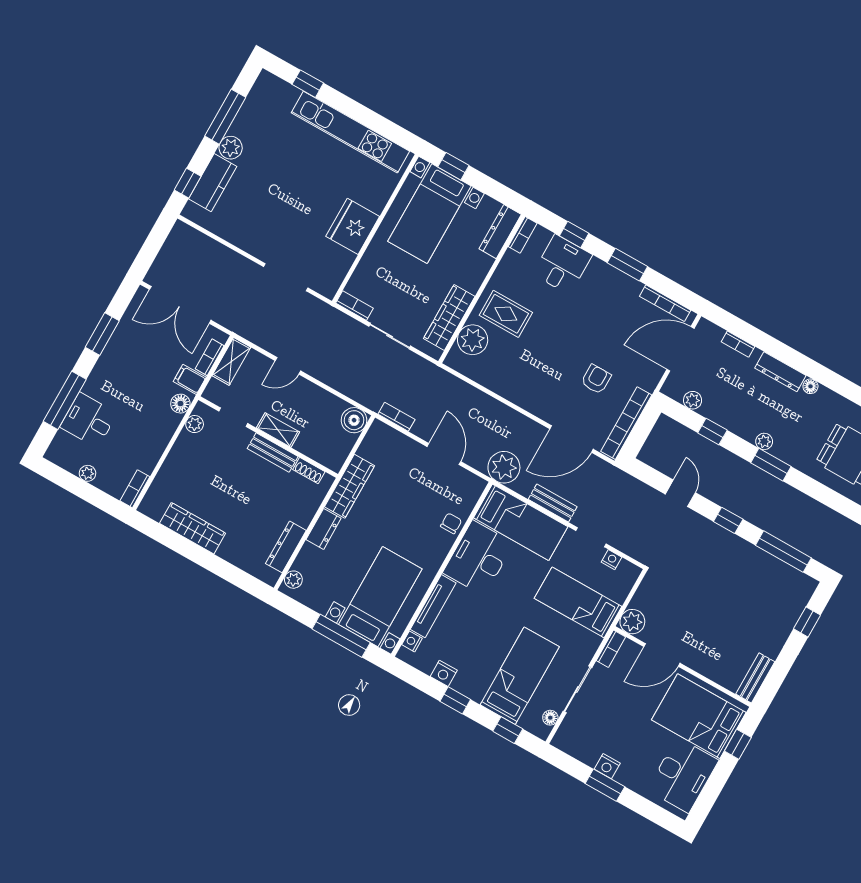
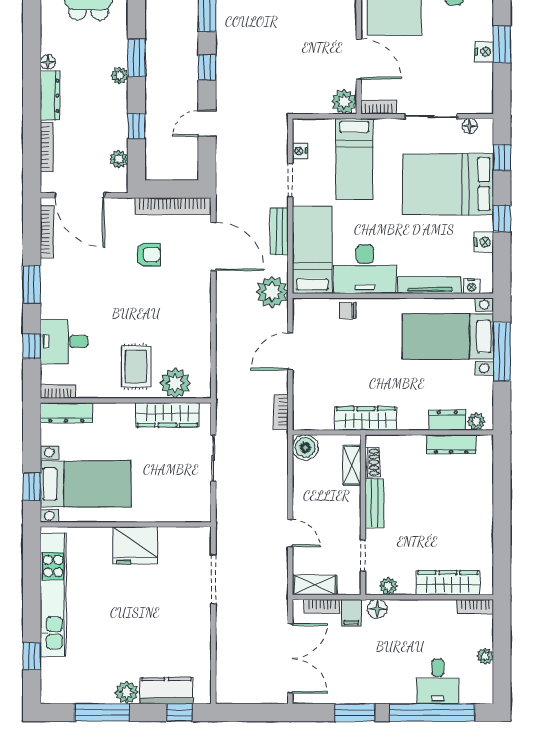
bookcase: (354, 306) -> (204, 504), removed
bookcase: (738, 344) -> (47, 147), width x1.56
armchair: (596, 379) -> (148, 255), turned 180
window: (65, 400) -> (432, 713), width x1.46
shelving: (278, 430) -> (352, 465), moved
wardrobe: (193, 528) -> (448, 583), moved, turned 90
dresser: (324, 529) -> (447, 420), moved
bed: (520, 676) -> (448, 184), width x1.50

